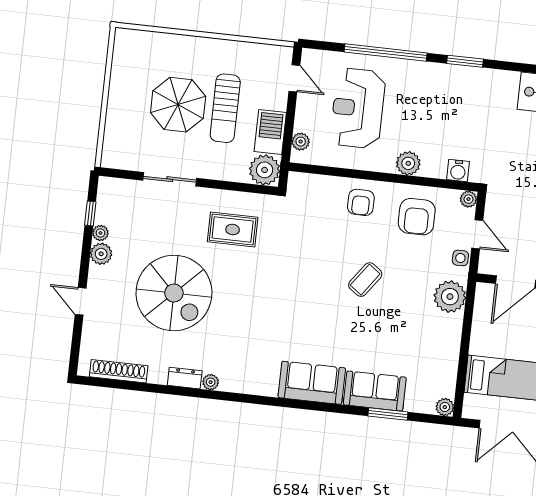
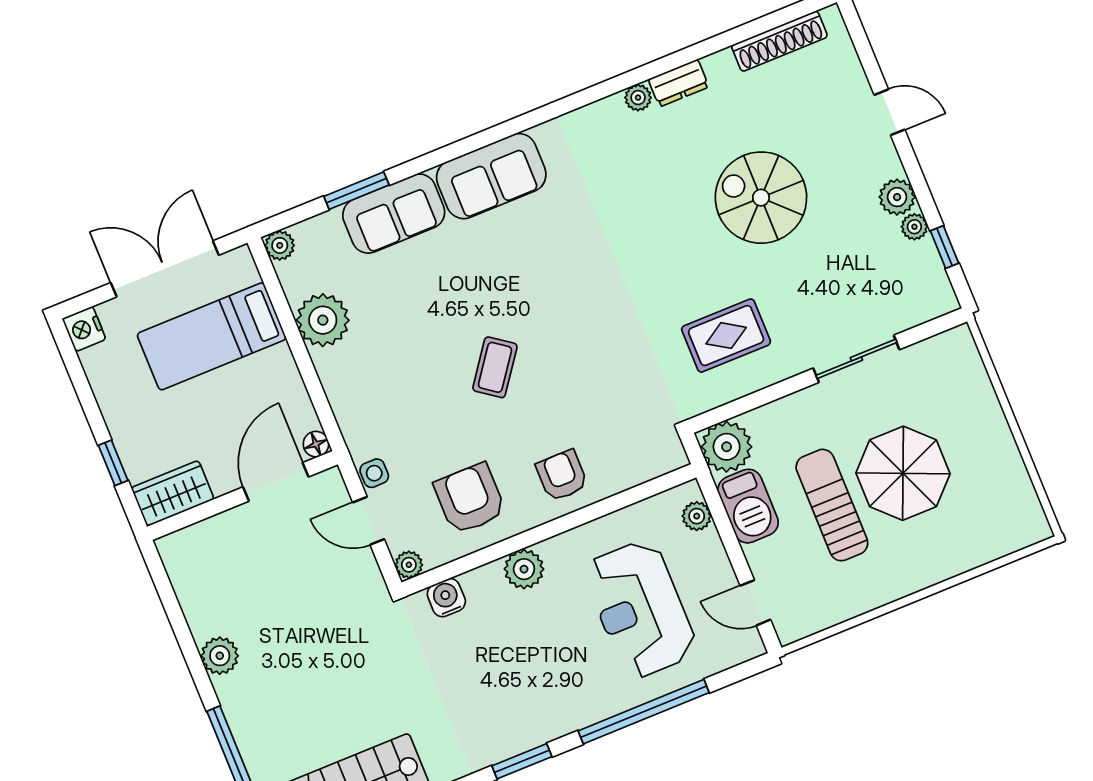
reception desk: (358, 108) -> (640, 609), turned 180
floor lamp: (483, 290) -> (316, 444), added
spiral stairs: (174, 293) -> (761, 198), width x0.73, depth x0.73
plant: (450, 297) -> (323, 320), moved

